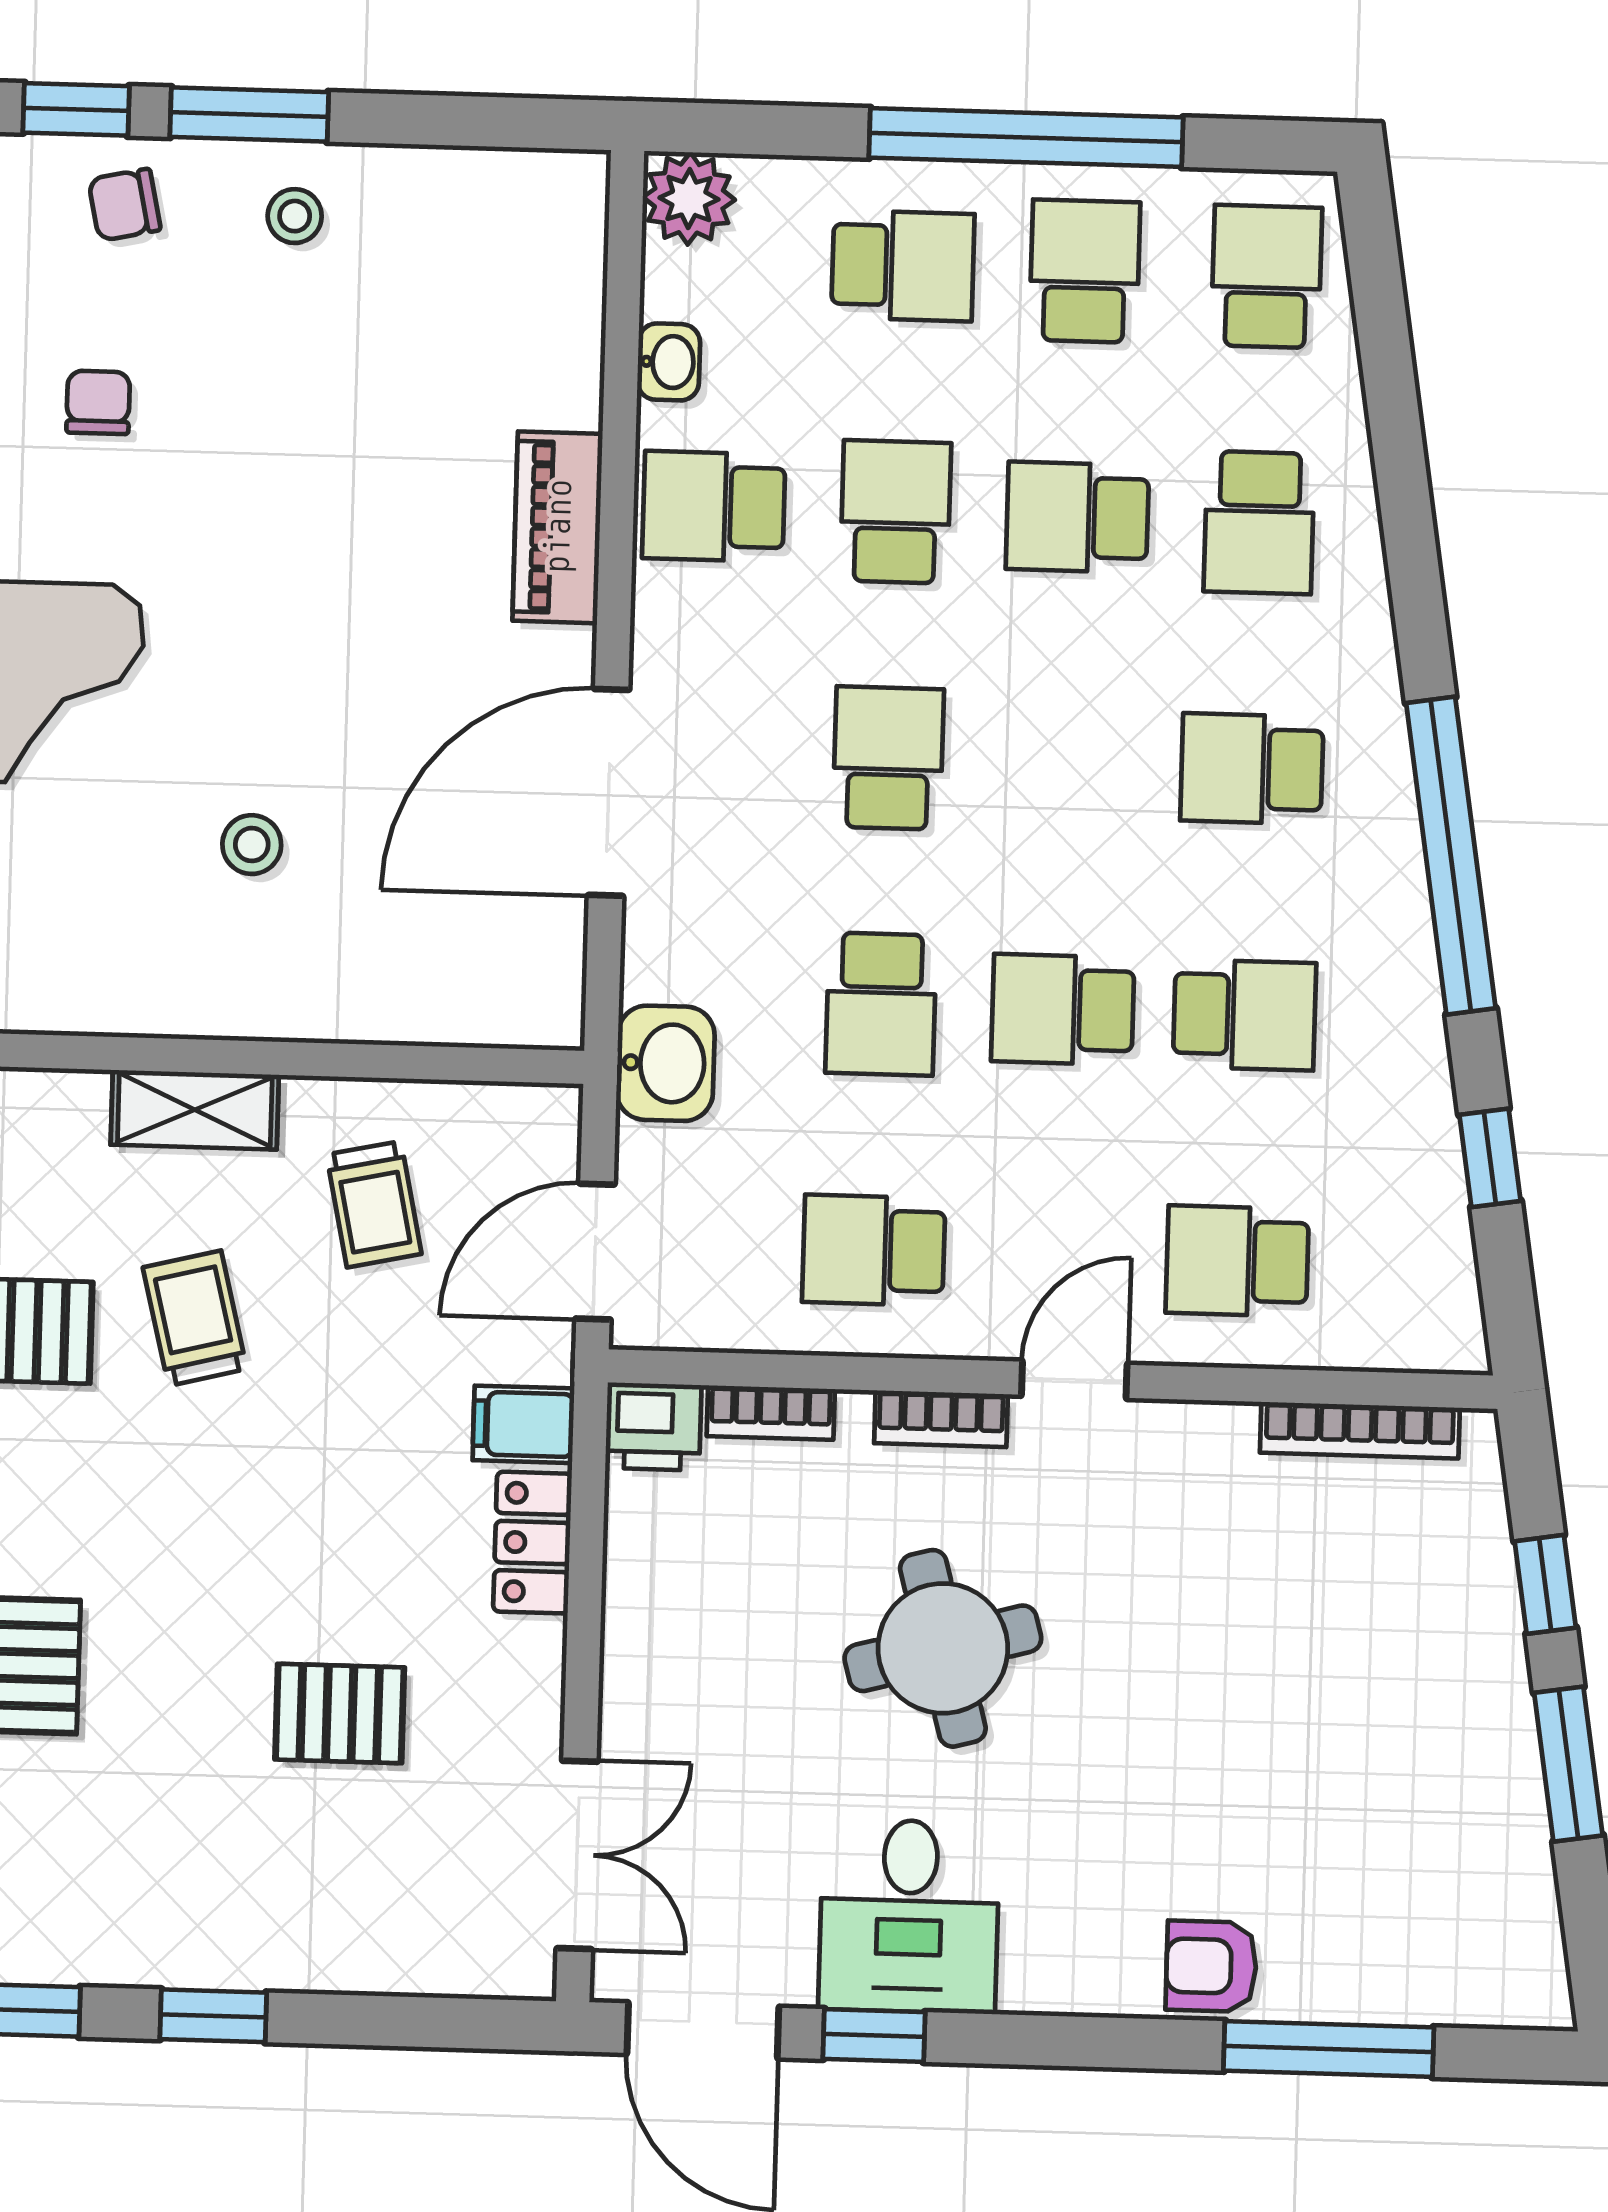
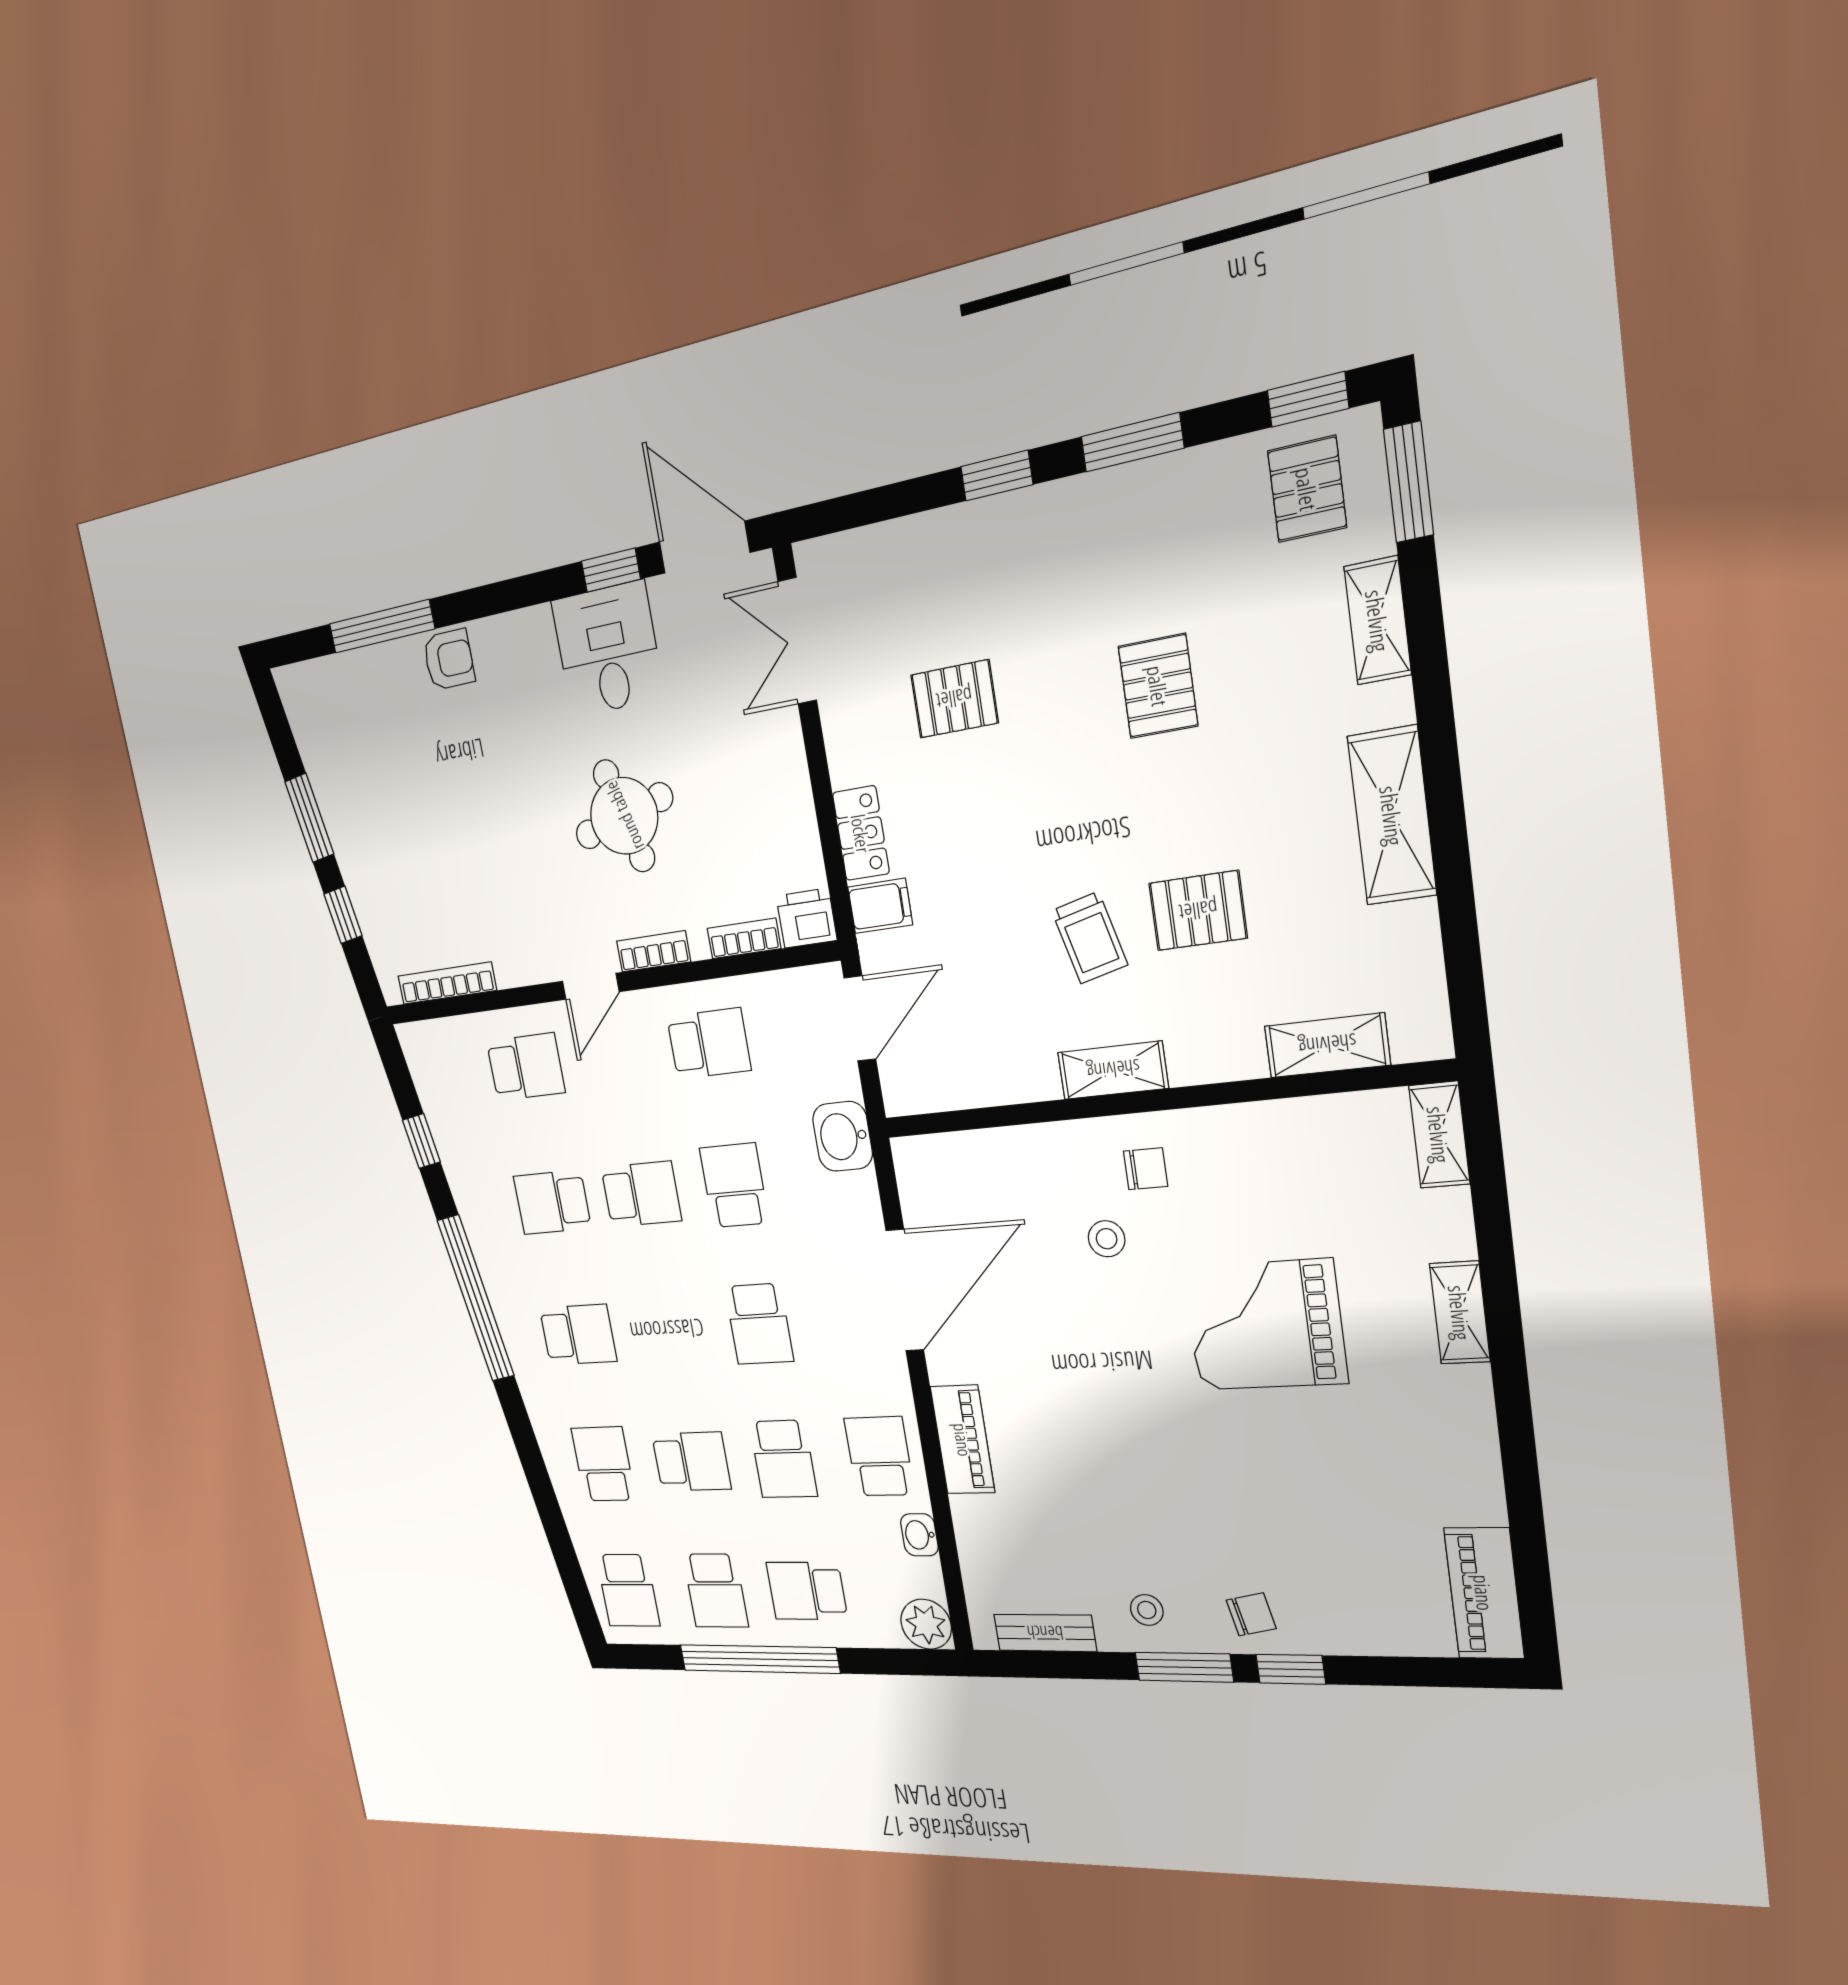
bench: (477, 179) -> (1045, 1633), added
chair: (98, 402) -> (1146, 1169), moved, turned -90
school desk: (714, 506) -> (879, 1456), turned -90
trolley: (374, 1204) -> (993, 1027), removed

